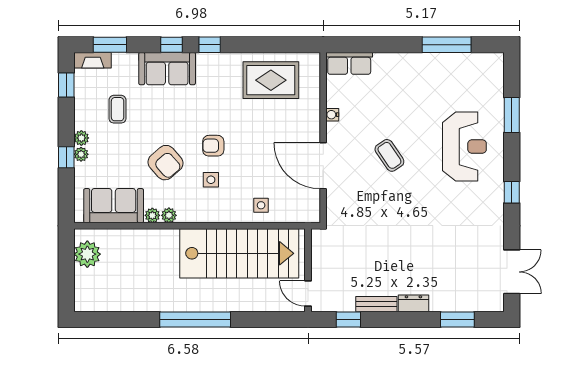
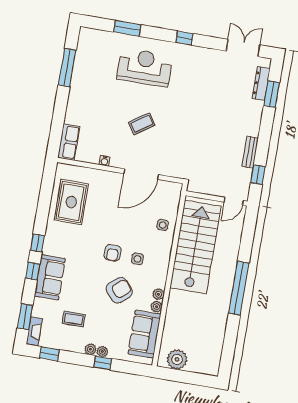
dresser: (413, 303) -> (261, 84), moved, width x1.44

